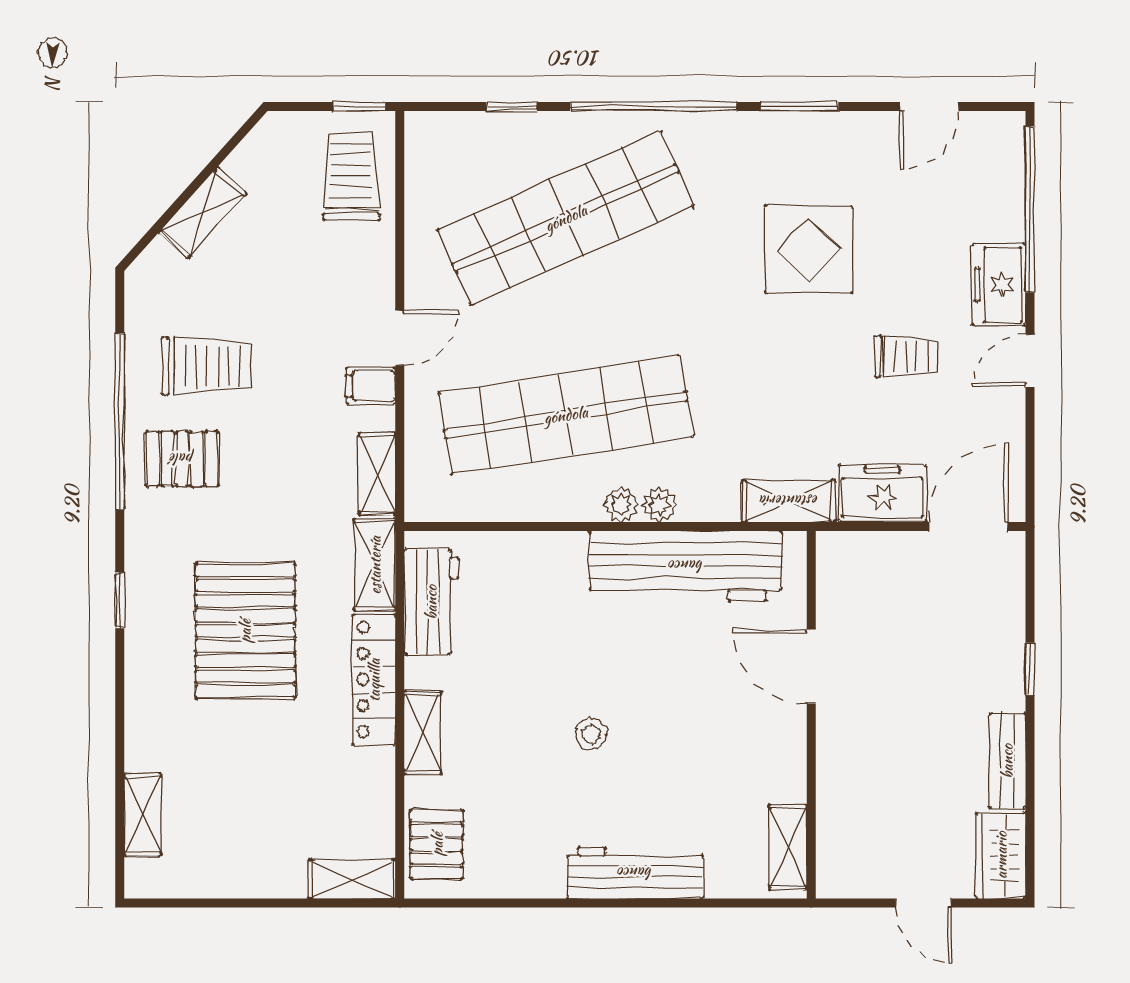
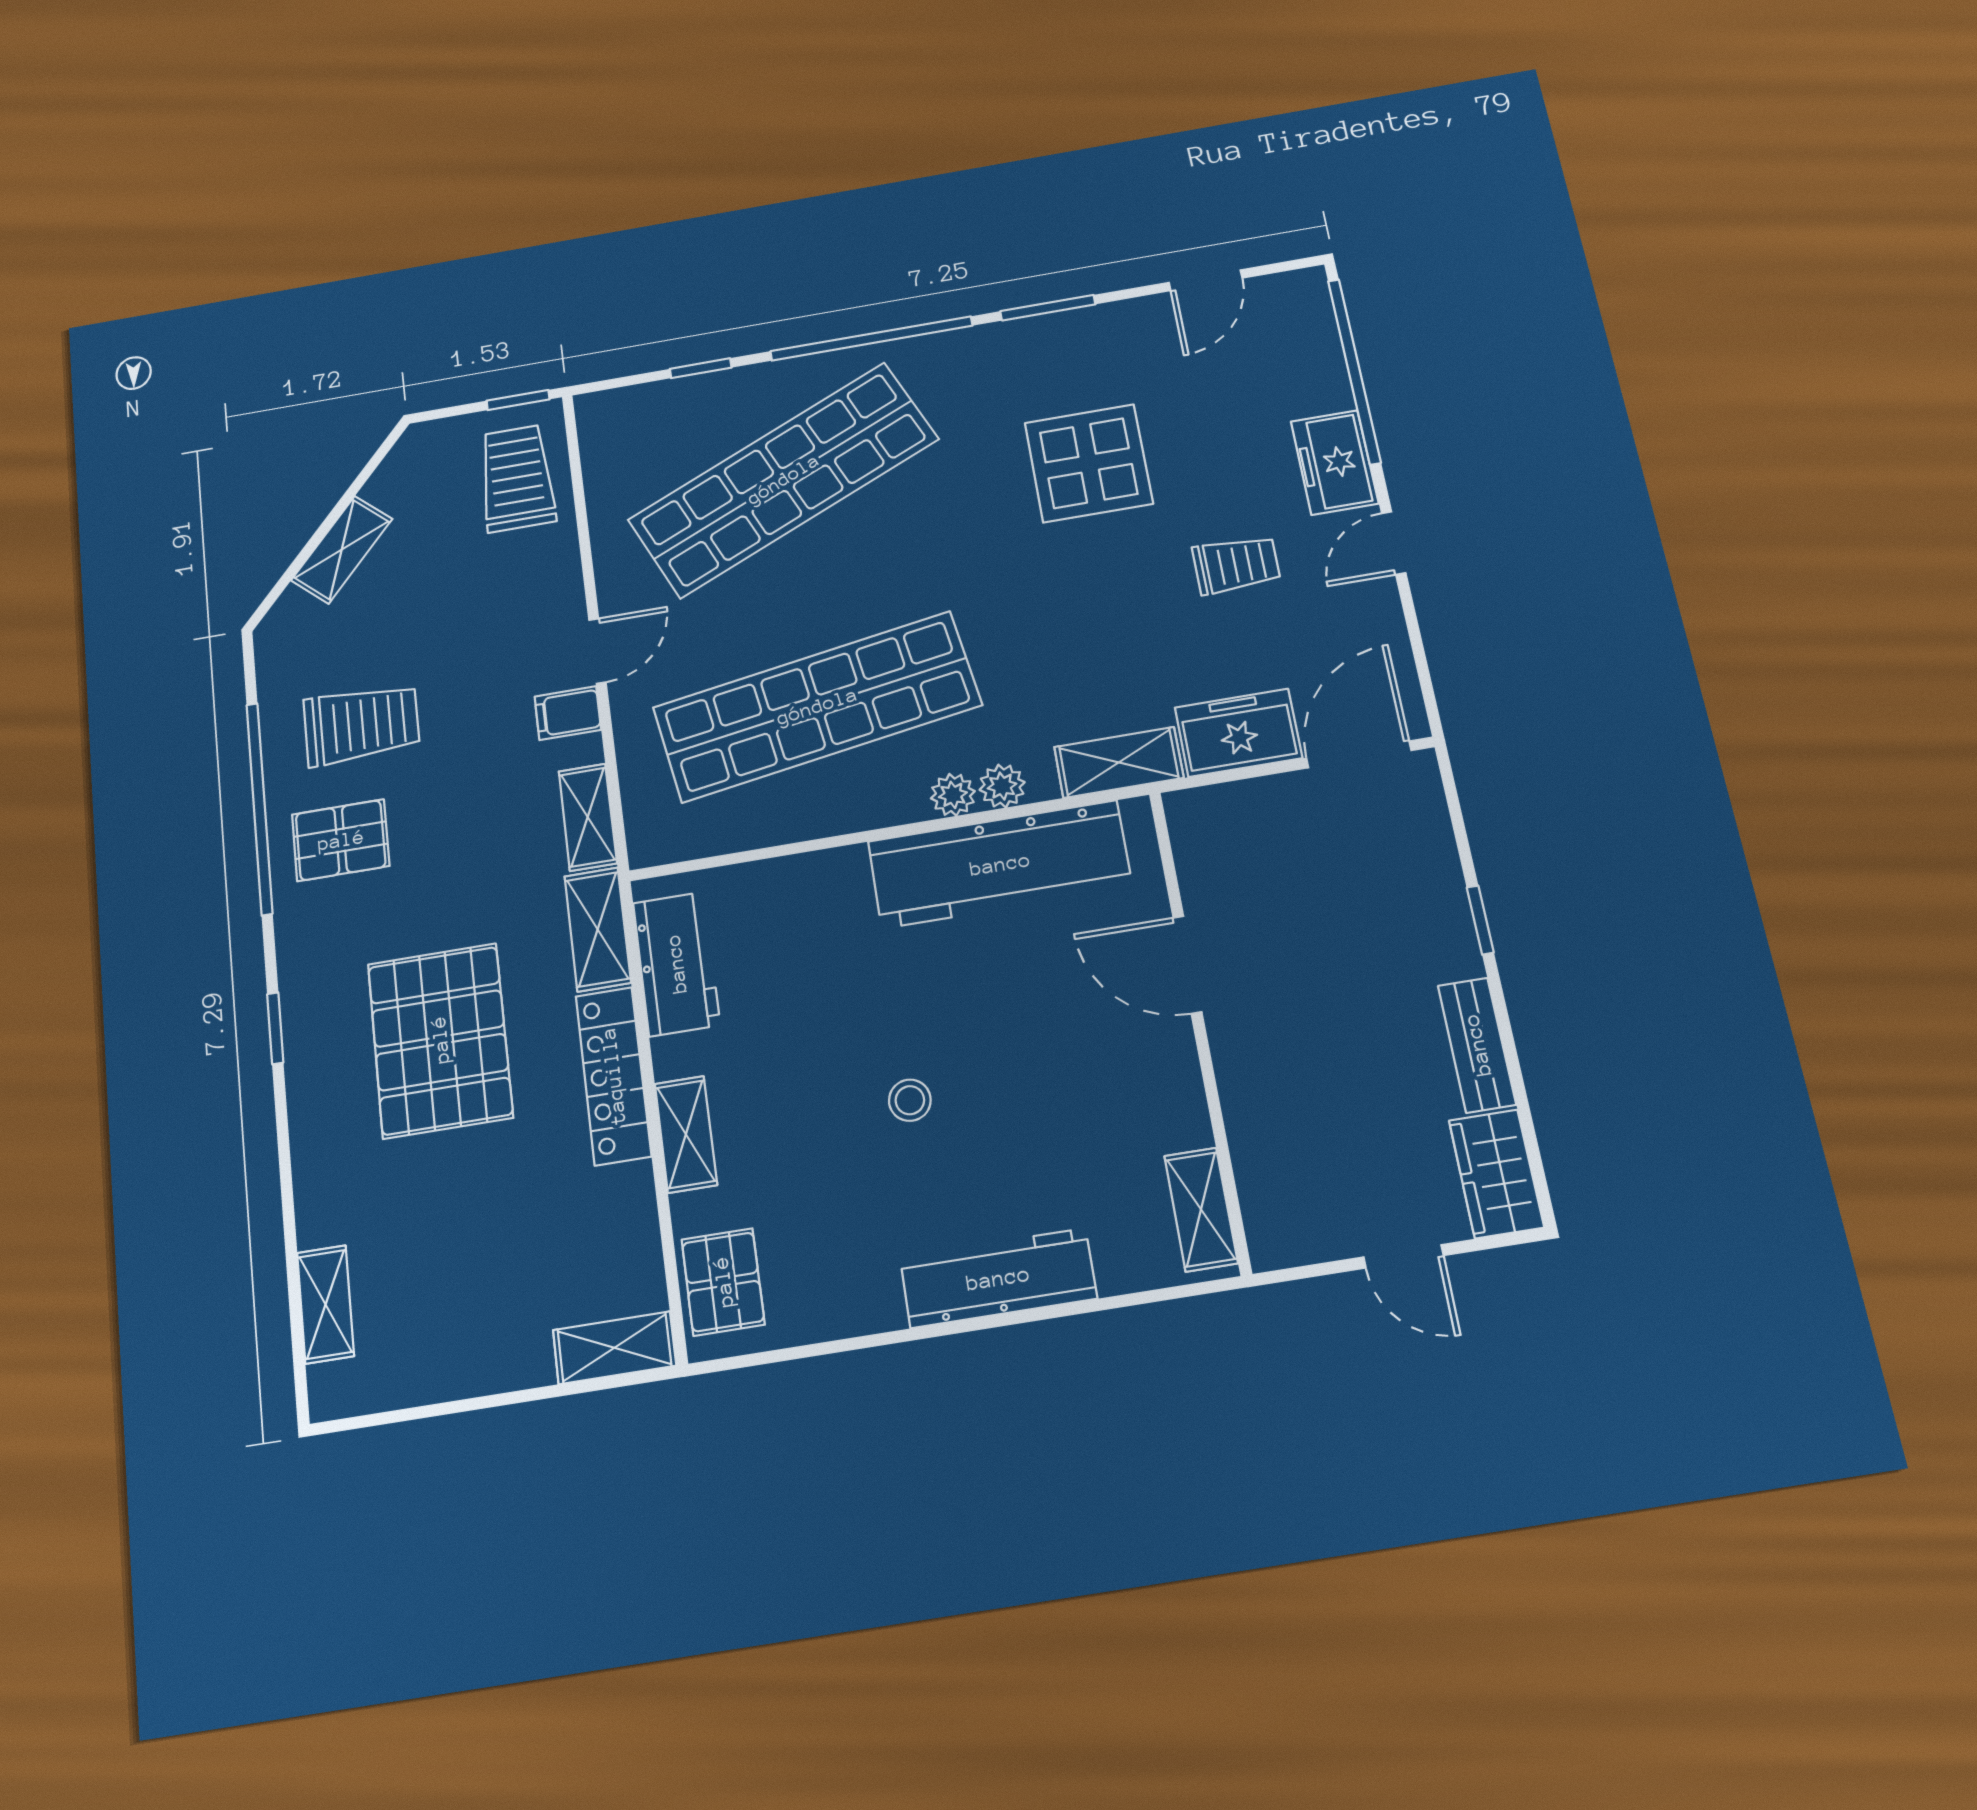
plant: (621, 505) -> (1002, 786), moved

